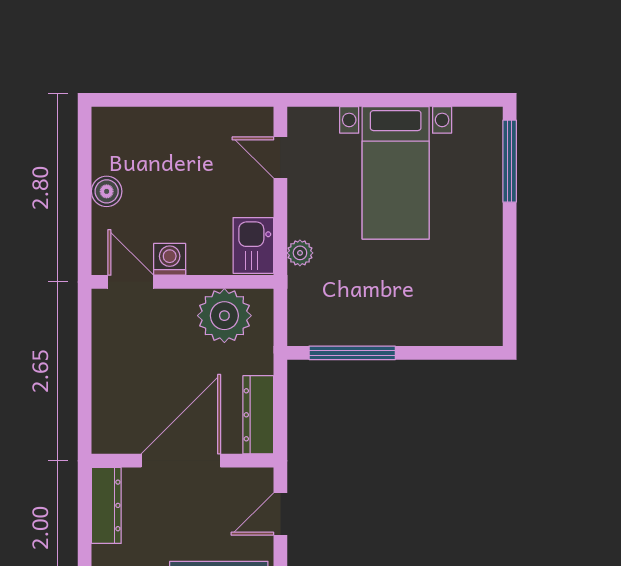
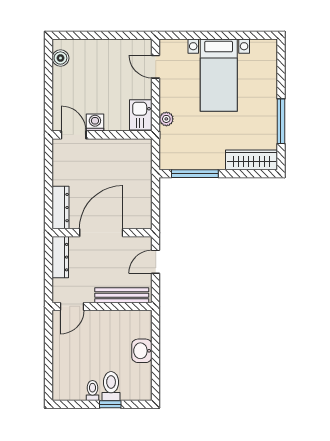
window: (510, 161) -> (281, 121), moved
boiler: (107, 191) -> (60, 58), moved
plant: (224, 316) -> (125, 153), removed
wardrobe: (456, 328) -> (251, 160), added
dresser: (258, 415) -> (61, 208), moved, turned 180

